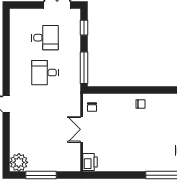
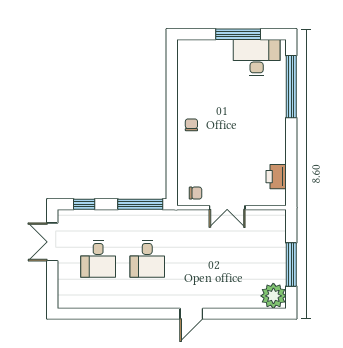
desk: (45, 38) -> (98, 259), turned 180
printer: (90, 162) -> (276, 177), moved, turned -90

